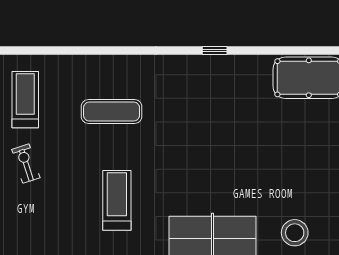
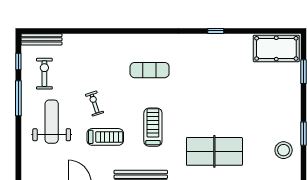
treadmill: (25, 100) -> (105, 137), moved, turned 90
stool: (295, 233) -> (284, 150), moved

